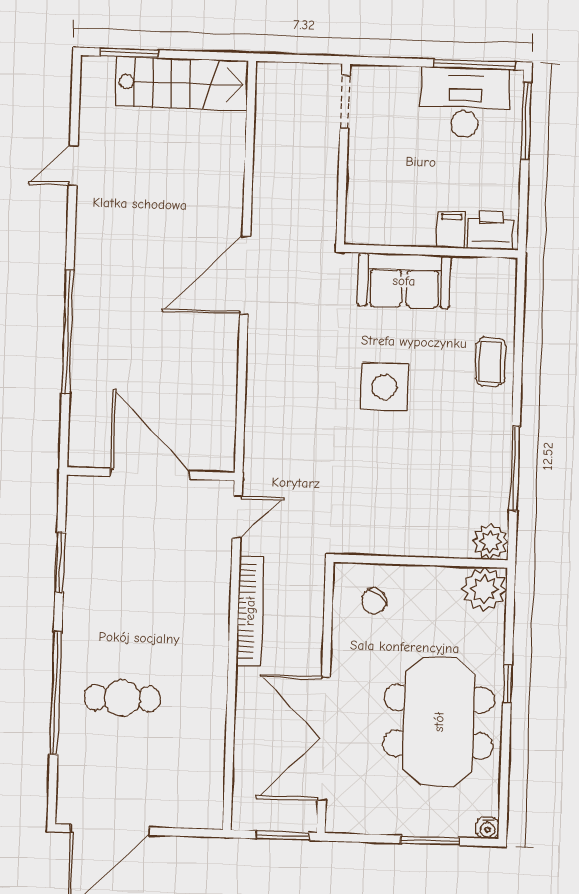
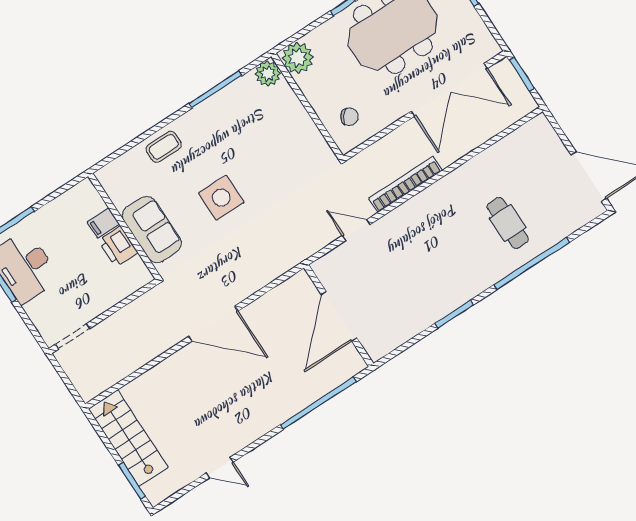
printer: (491, 230) -> (118, 247), moved
door: (150, 474) -> (339, 316), moved
wall: (151, 474) -> (339, 316), moved

